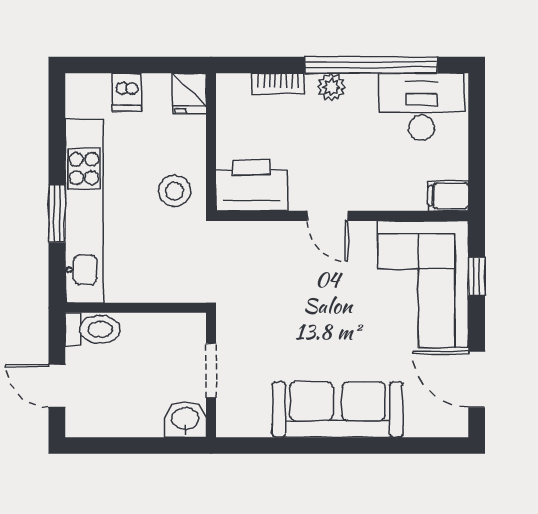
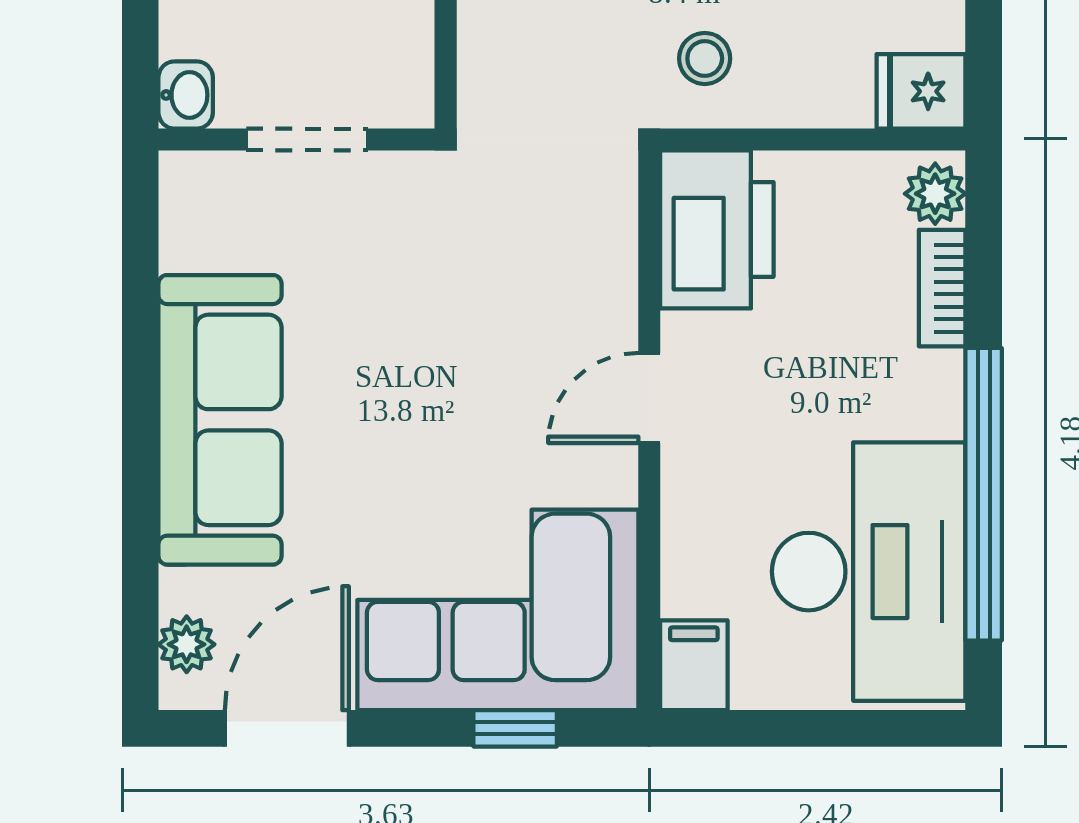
plant: (331, 87) -> (935, 194), moved
desk: (421, 107) -> (869, 572), width x1.36, depth x1.30
stool: (174, 191) -> (705, 58), width x0.73, depth x0.73
washbasin: (185, 420) -> (186, 95), width x0.72, depth x0.69
plant: (439, 425) -> (187, 644), added

